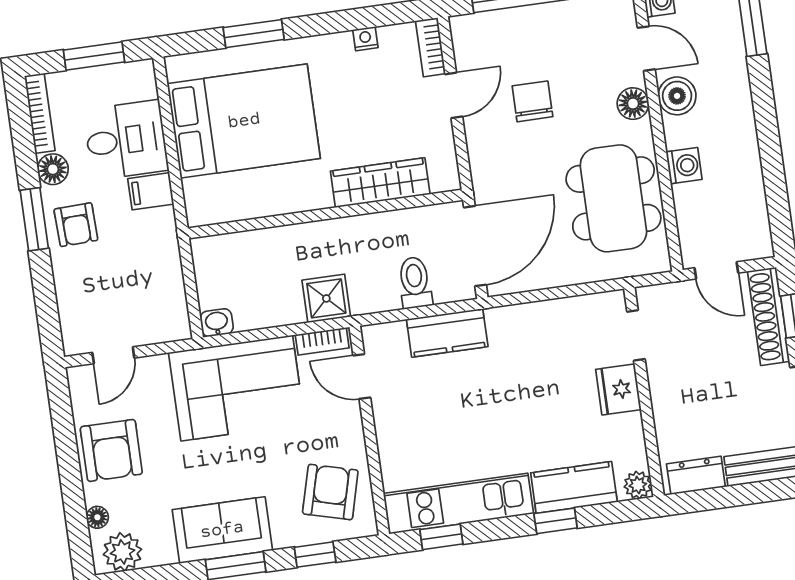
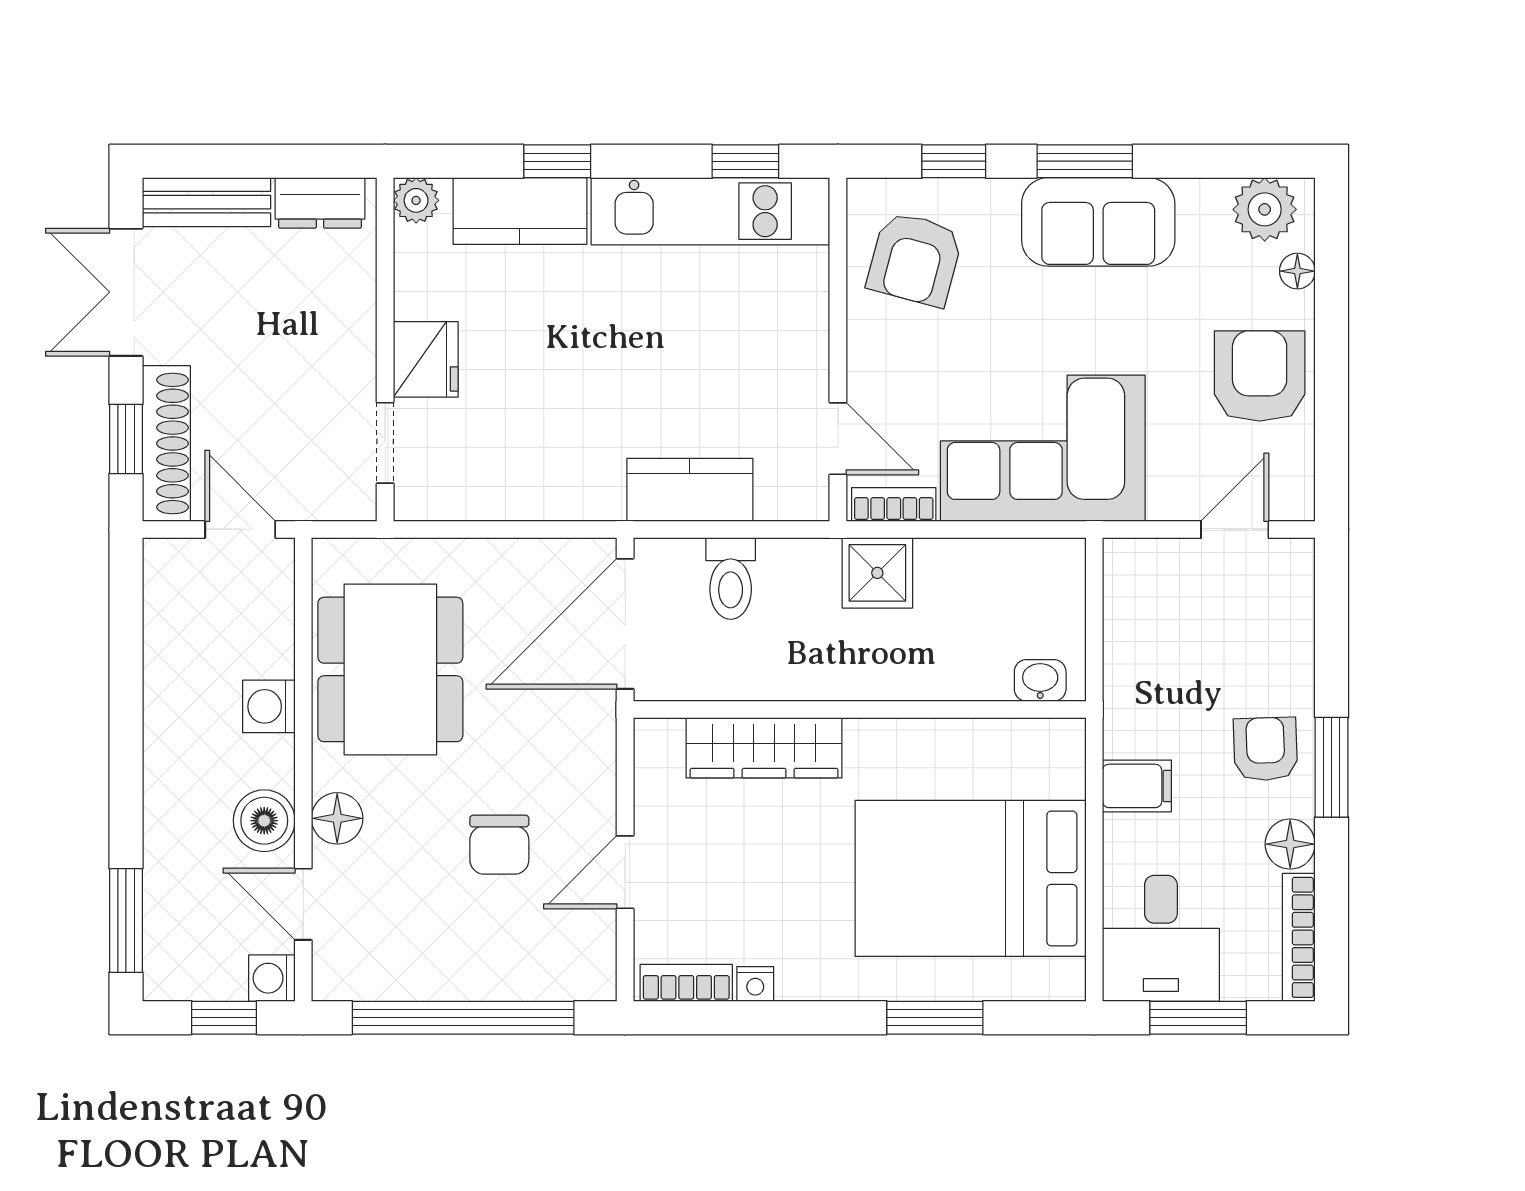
bookcase: (431, 47) -> (686, 983), moved, turned -90
desk: (126, 140) -> (1161, 938), moved, turned -90
washbasin: (217, 323) -> (1040, 680), moved, turned 180

